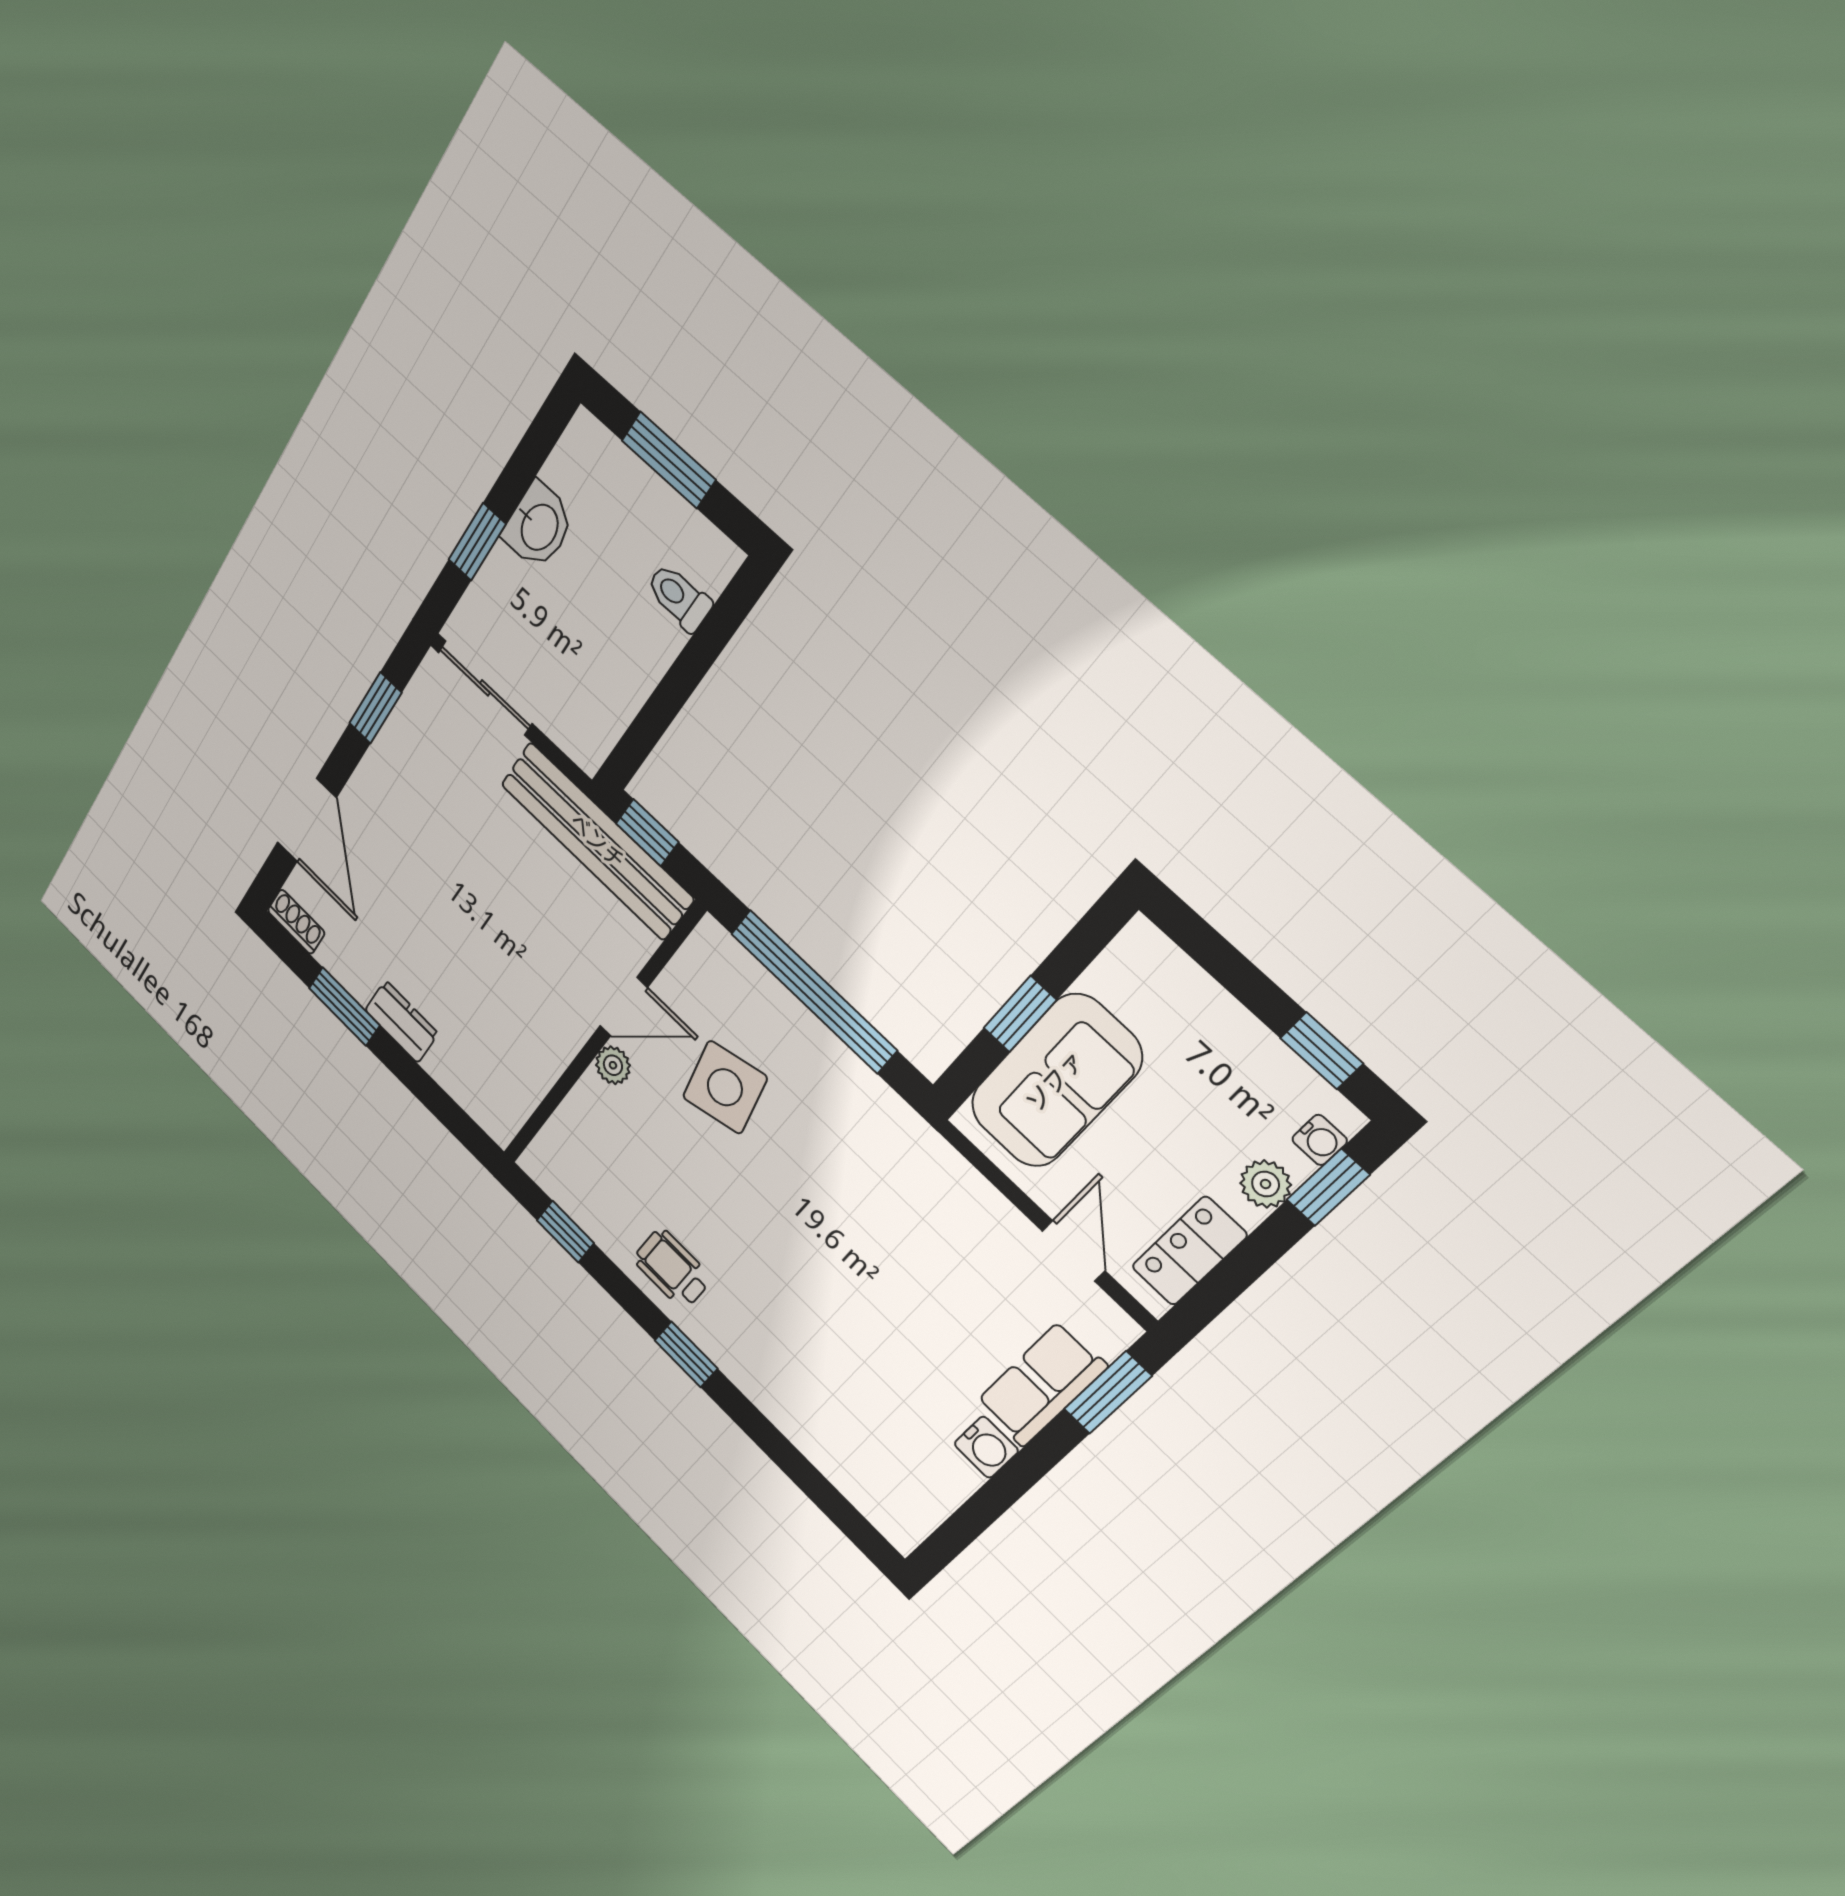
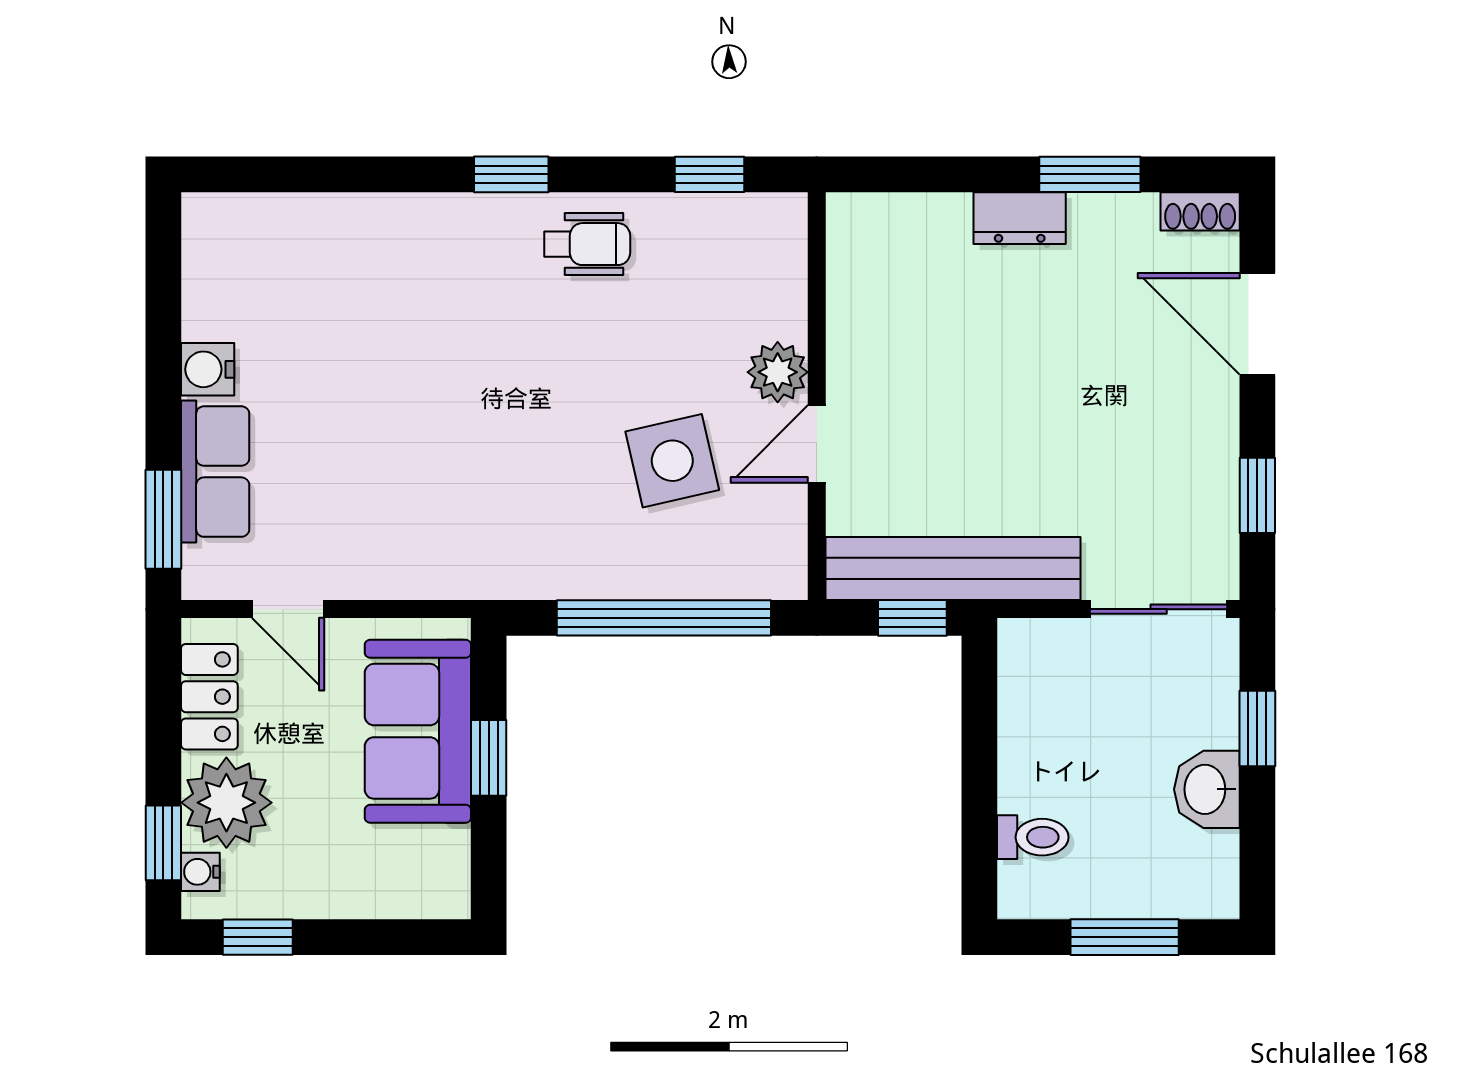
plant: (613, 1065) -> (778, 372), width x1.38, depth x1.38
plant: (1266, 1184) -> (226, 803), width x1.88, depth x1.88

